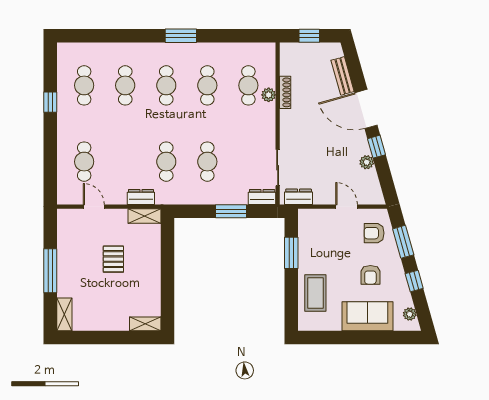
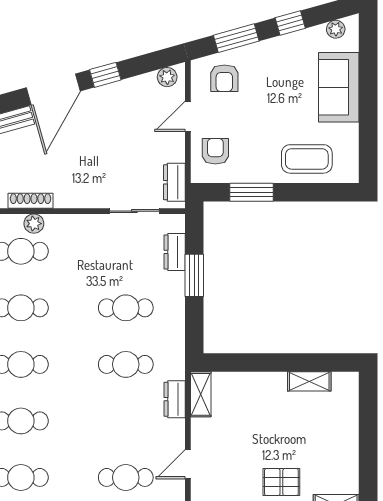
plant: (367, 162) -> (167, 77), moved
dresser: (262, 197) -> (175, 252), moved
pallet: (113, 259) -> (281, 482), moved
armchair: (370, 275) -> (215, 151), moved, turned -90
shelving: (145, 324) -> (309, 381), moved, turned 90

